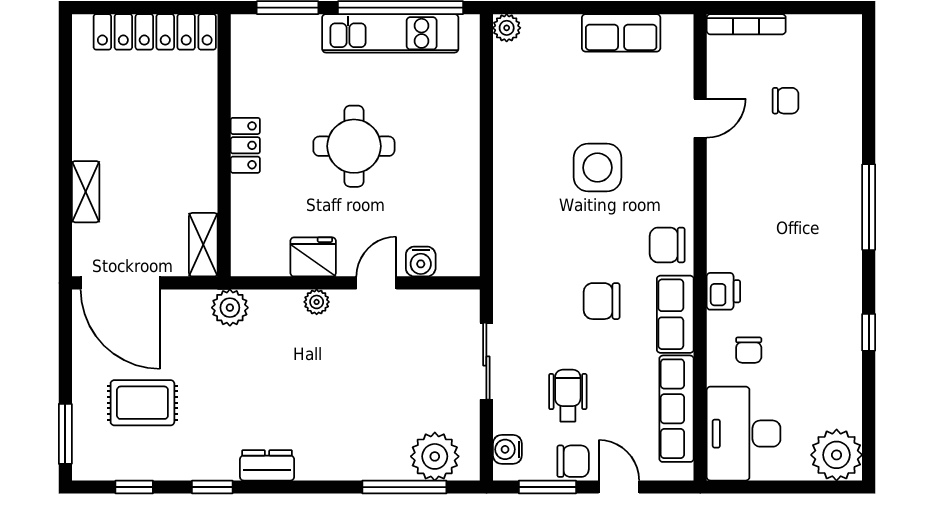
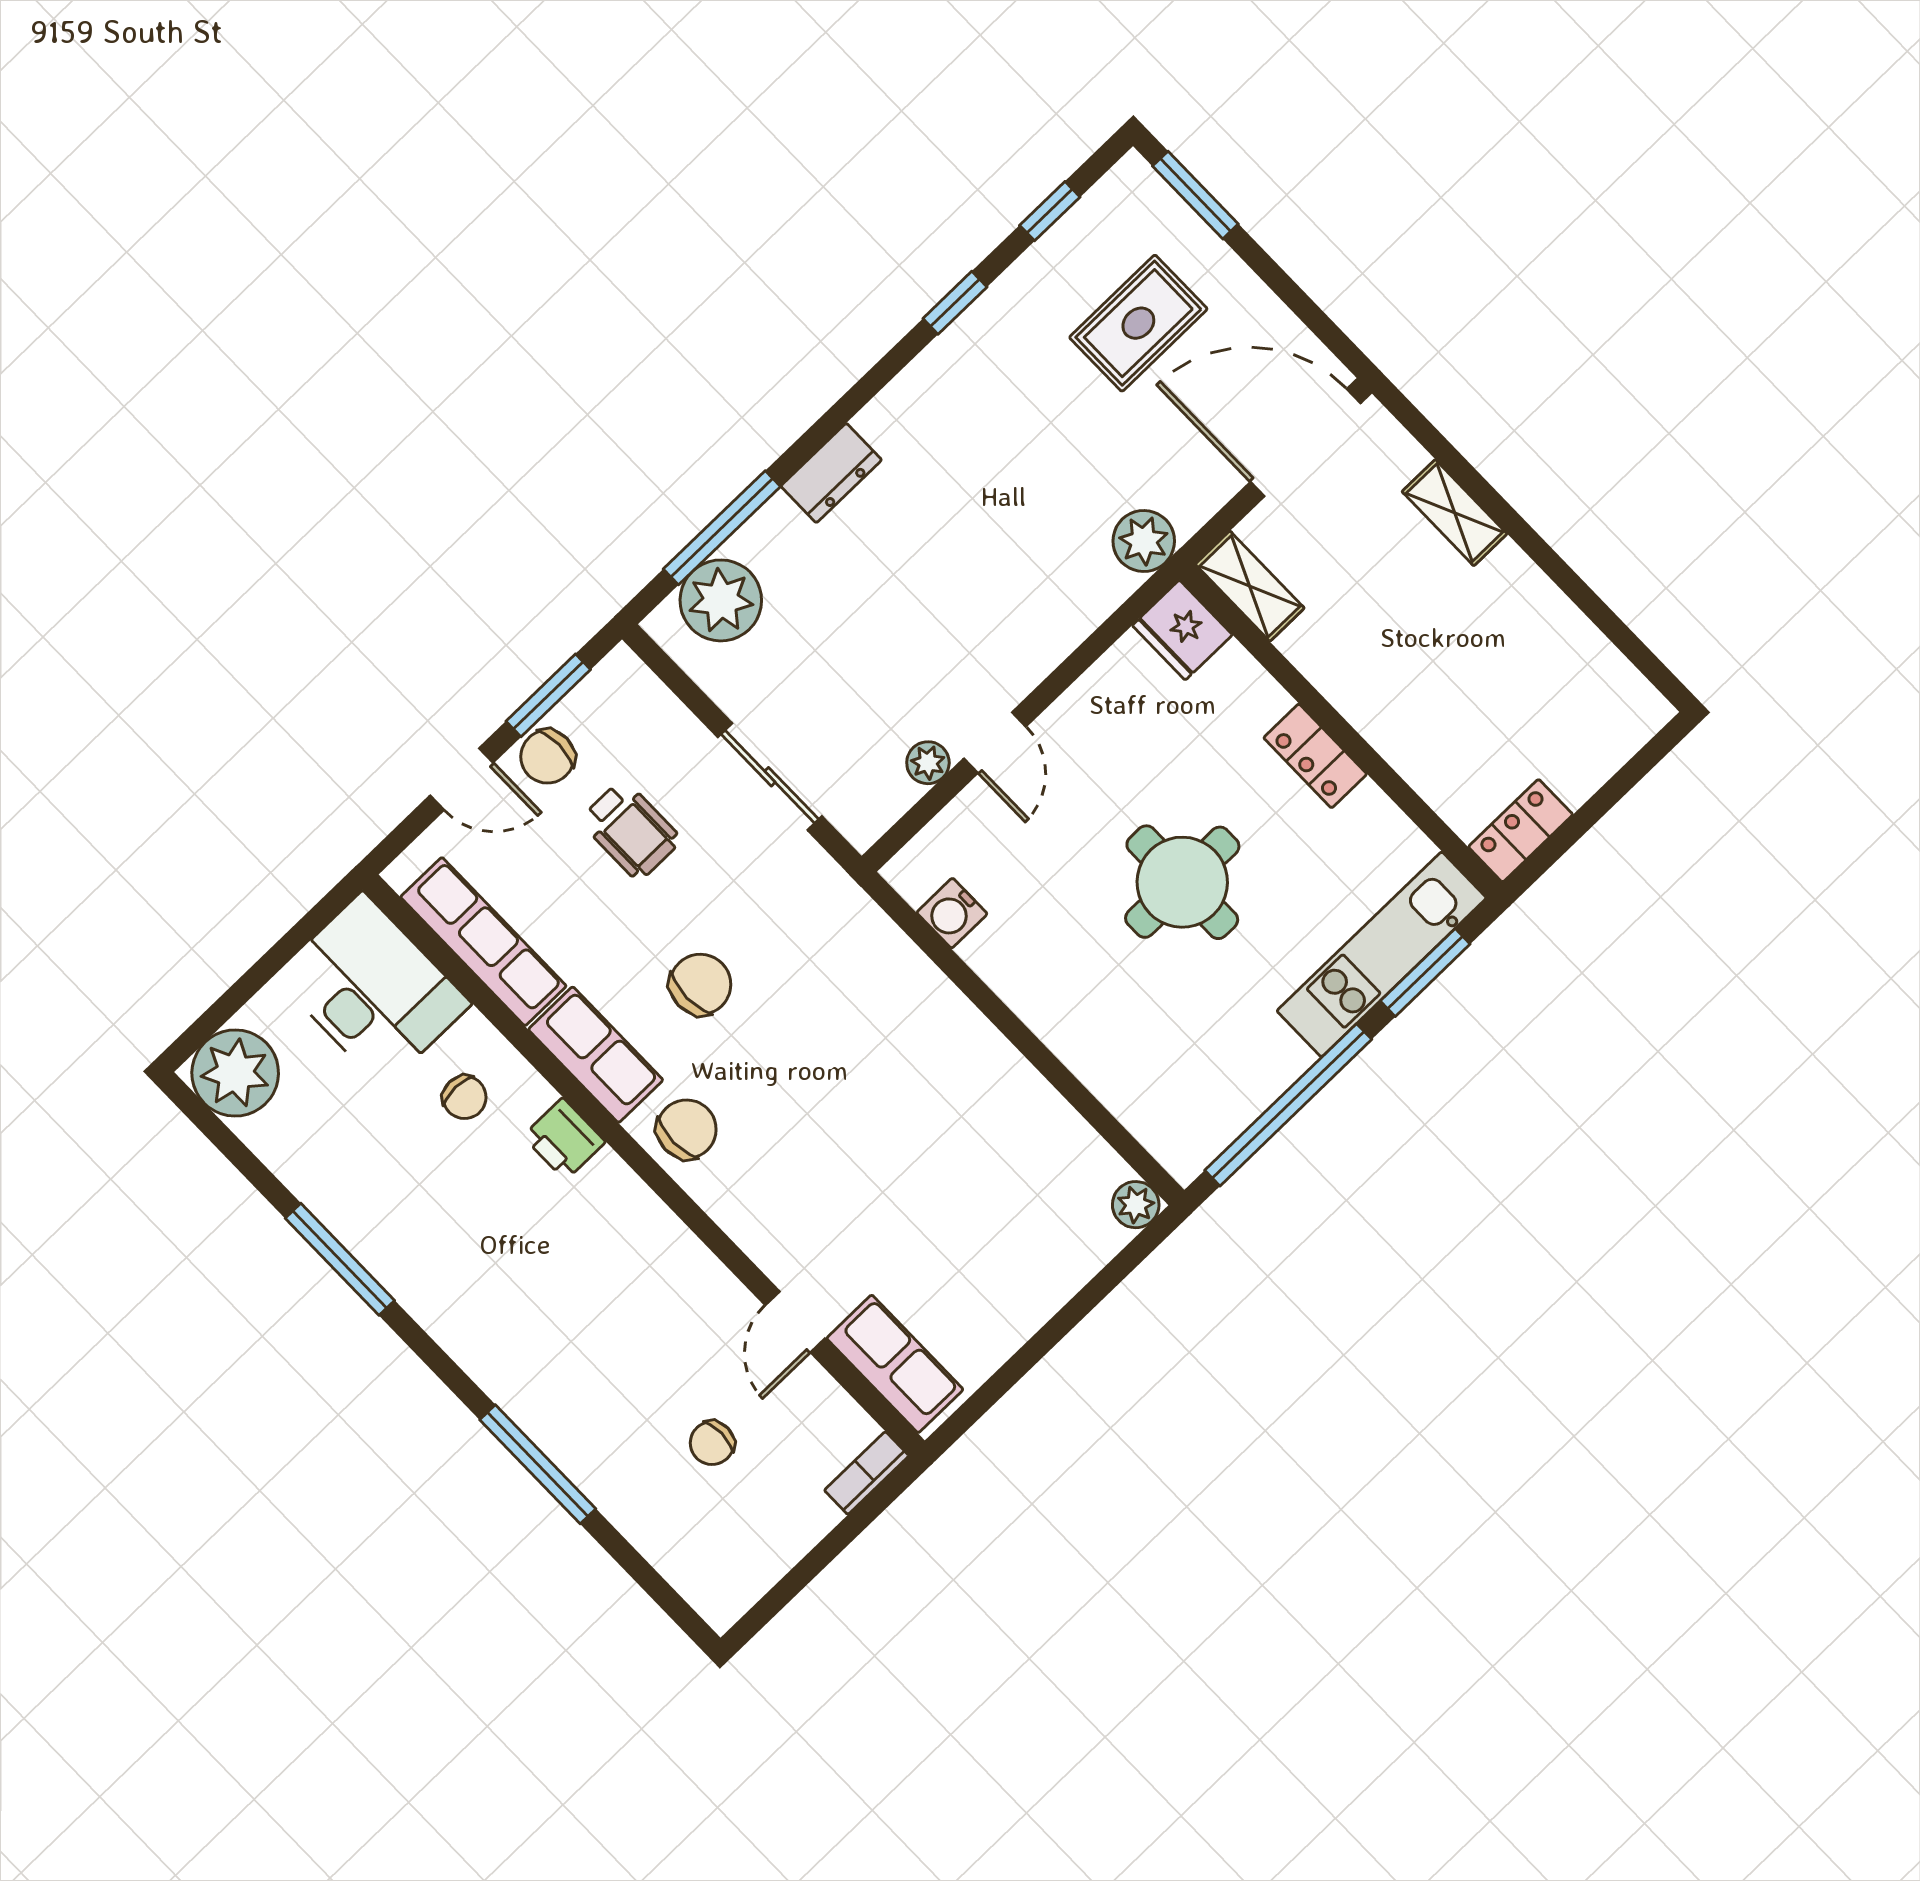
bookcase: (746, 24) -> (867, 1473), width x0.64
locker: (155, 32) -> (1521, 831), width x0.46, depth x0.83
kitchen unit: (390, 33) -> (1382, 954), moved
row of seats: (621, 33) -> (895, 1364), moved, turned 90
side table: (597, 168) -> (862, 1142), removed
window: (869, 207) -> (538, 1464), moved
fridge: (313, 257) -> (1182, 630), moved, turned 90
water cooler: (421, 262) -> (952, 913), moved, turned -90
plant: (317, 302) -> (928, 763), moved
window: (869, 332) -> (340, 1259), width x2.17
chair: (749, 350) -> (465, 1097), turned 180
water cooler: (507, 449) -> (641, 694), removed
dresser: (267, 465) -> (831, 473), moved

